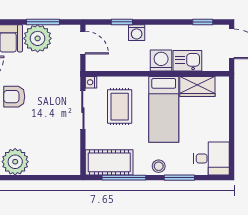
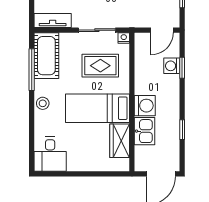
window: (203, 22) -> (182, 130), moved
washing machine: (137, 33) -> (172, 66), moved
tv unit: (73, 156) -> (53, 21), added
window: (179, 178) -> (32, 123), removed

